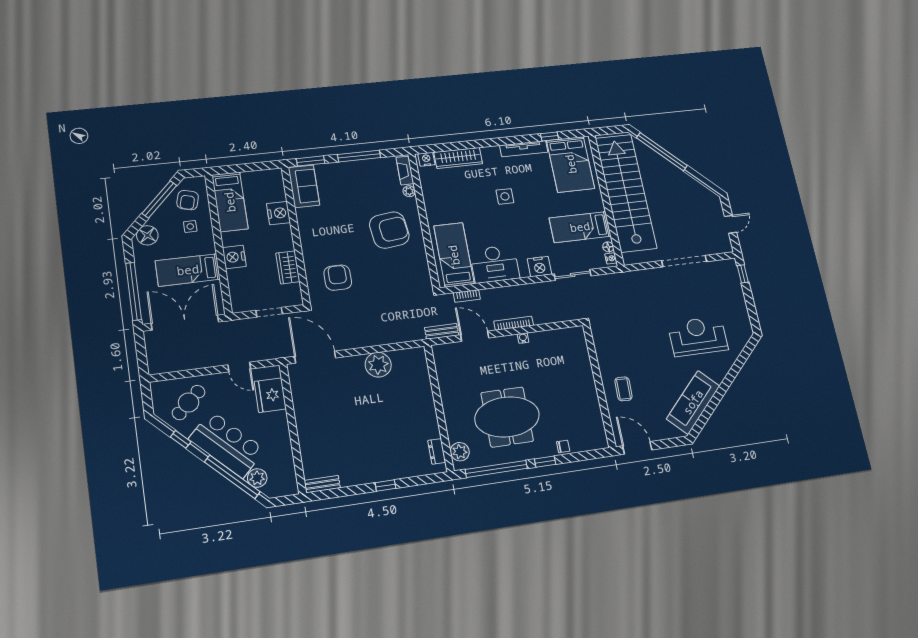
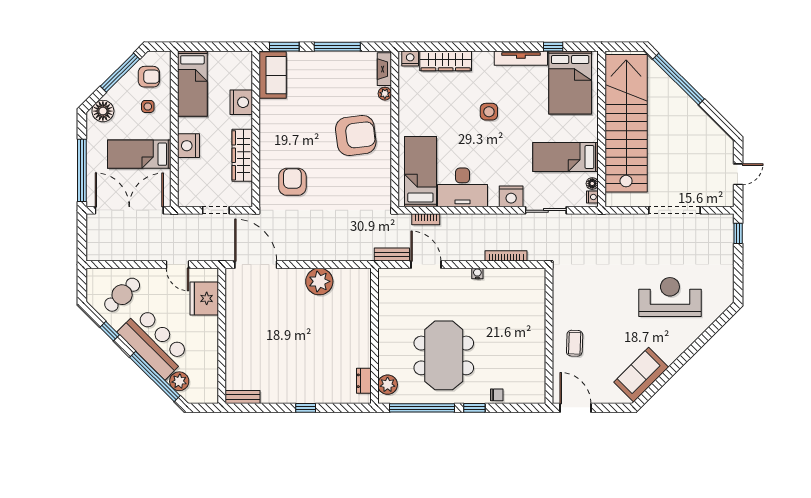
armchair: (188, 200) -> (149, 77), turned -105
wardrobe: (288, 267) -> (242, 155), width x1.50
bookcase: (514, 323) -> (506, 256), moved
sofa: (693, 402) -> (641, 375), width x0.73
meeting table: (507, 417) -> (444, 355), turned 90

